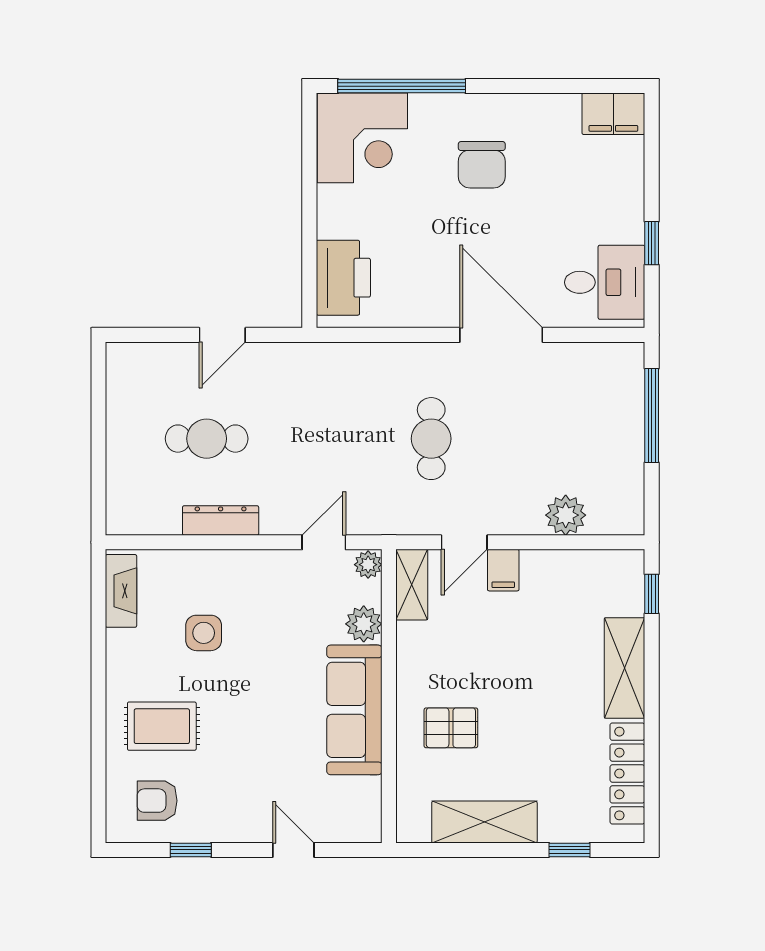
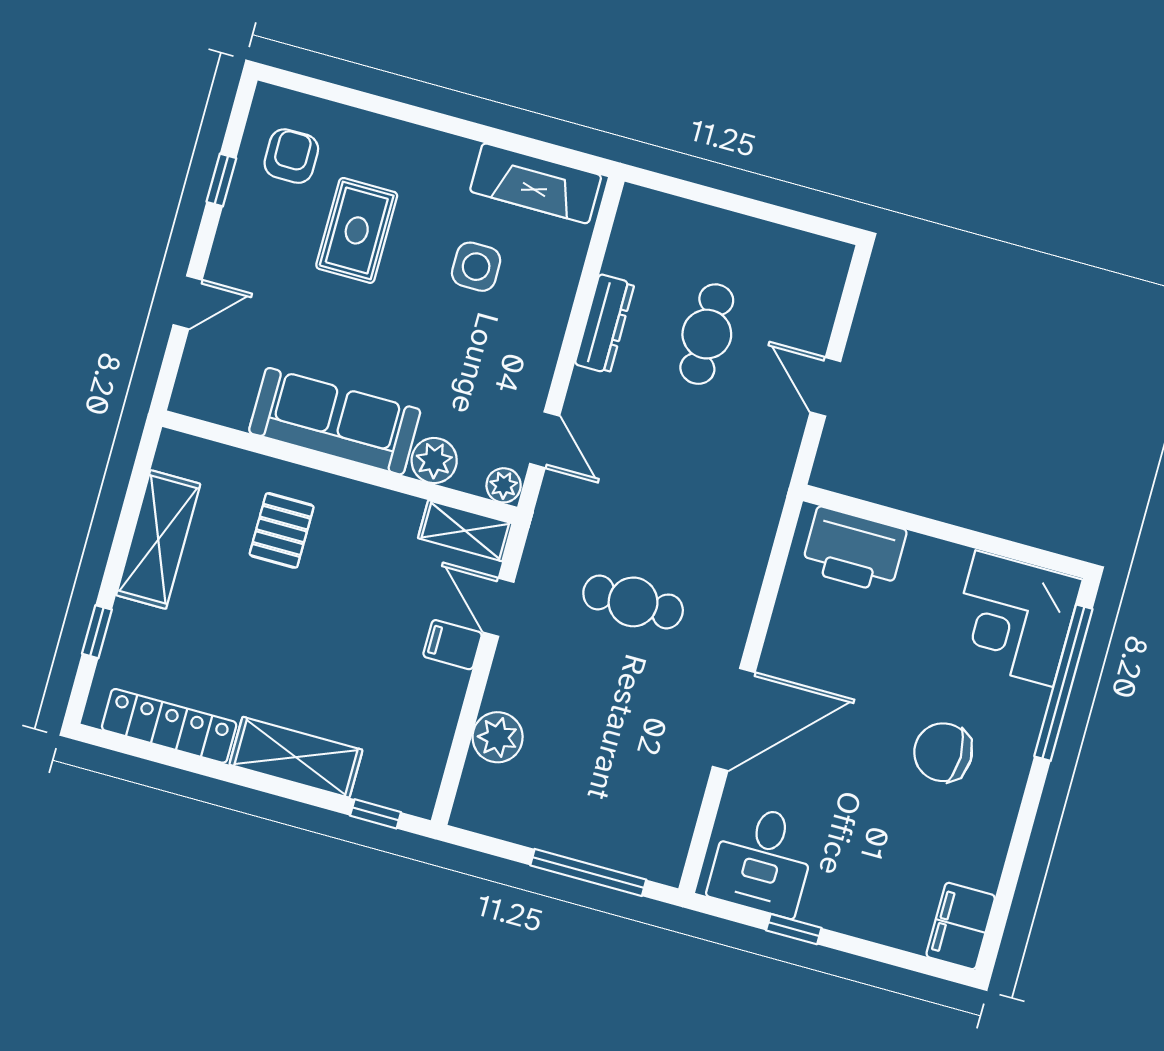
fireplace: (121, 591) -> (536, 183), width x1.37, depth x1.32
rug: (162, 726) -> (357, 230), moved

